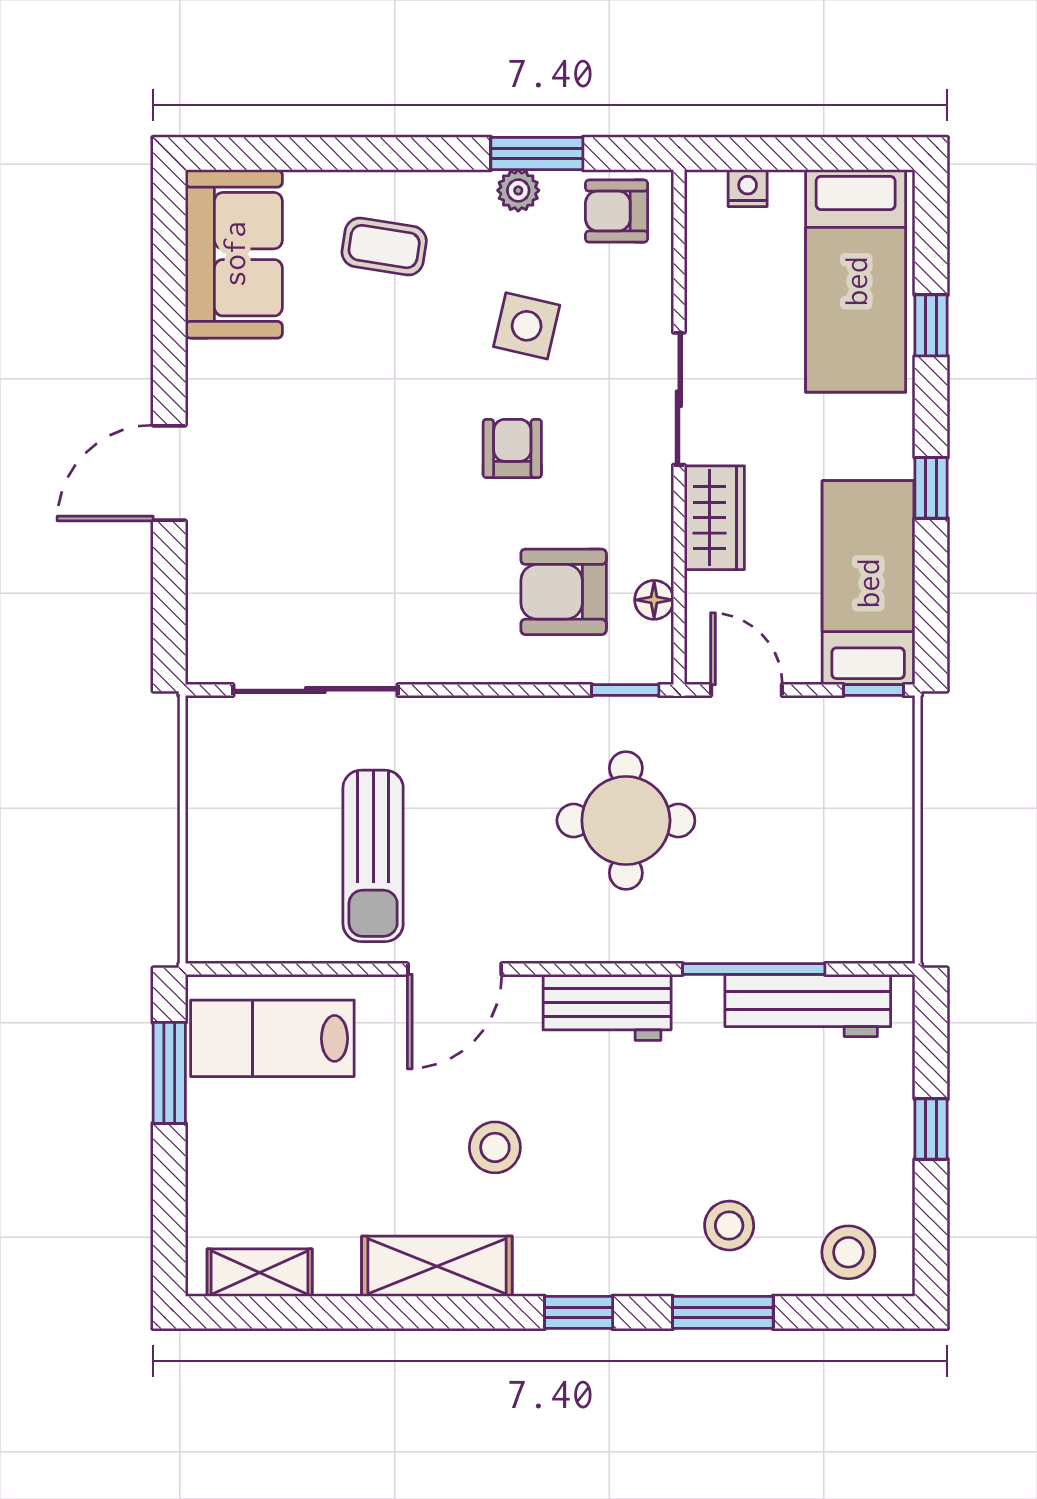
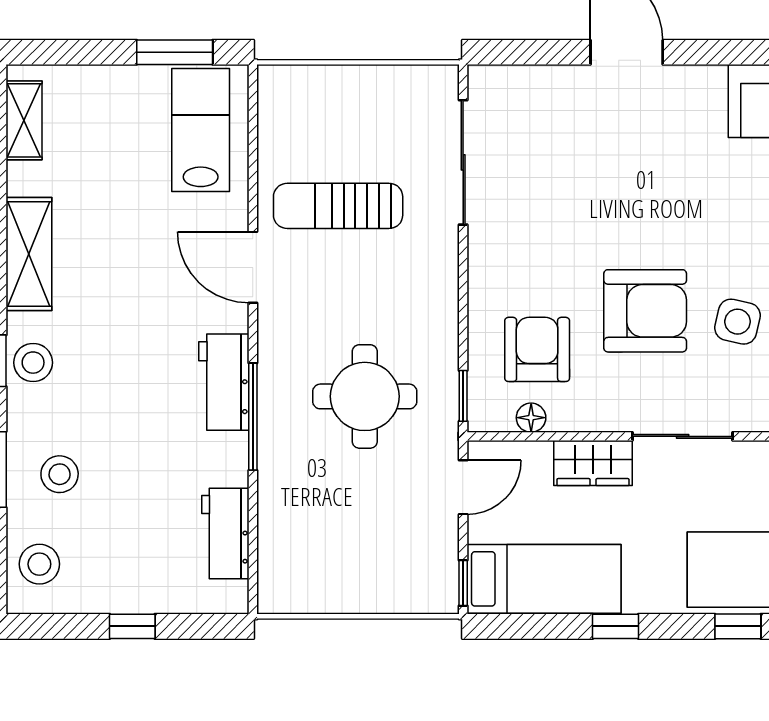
armchair: (512, 448) -> (645, 311), width x1.88, depth x1.88
window: (754, 969) -> (253, 417), moved
workbench: (808, 1005) -> (225, 533), width x0.73
stool: (495, 1147) -> (33, 363), moved

